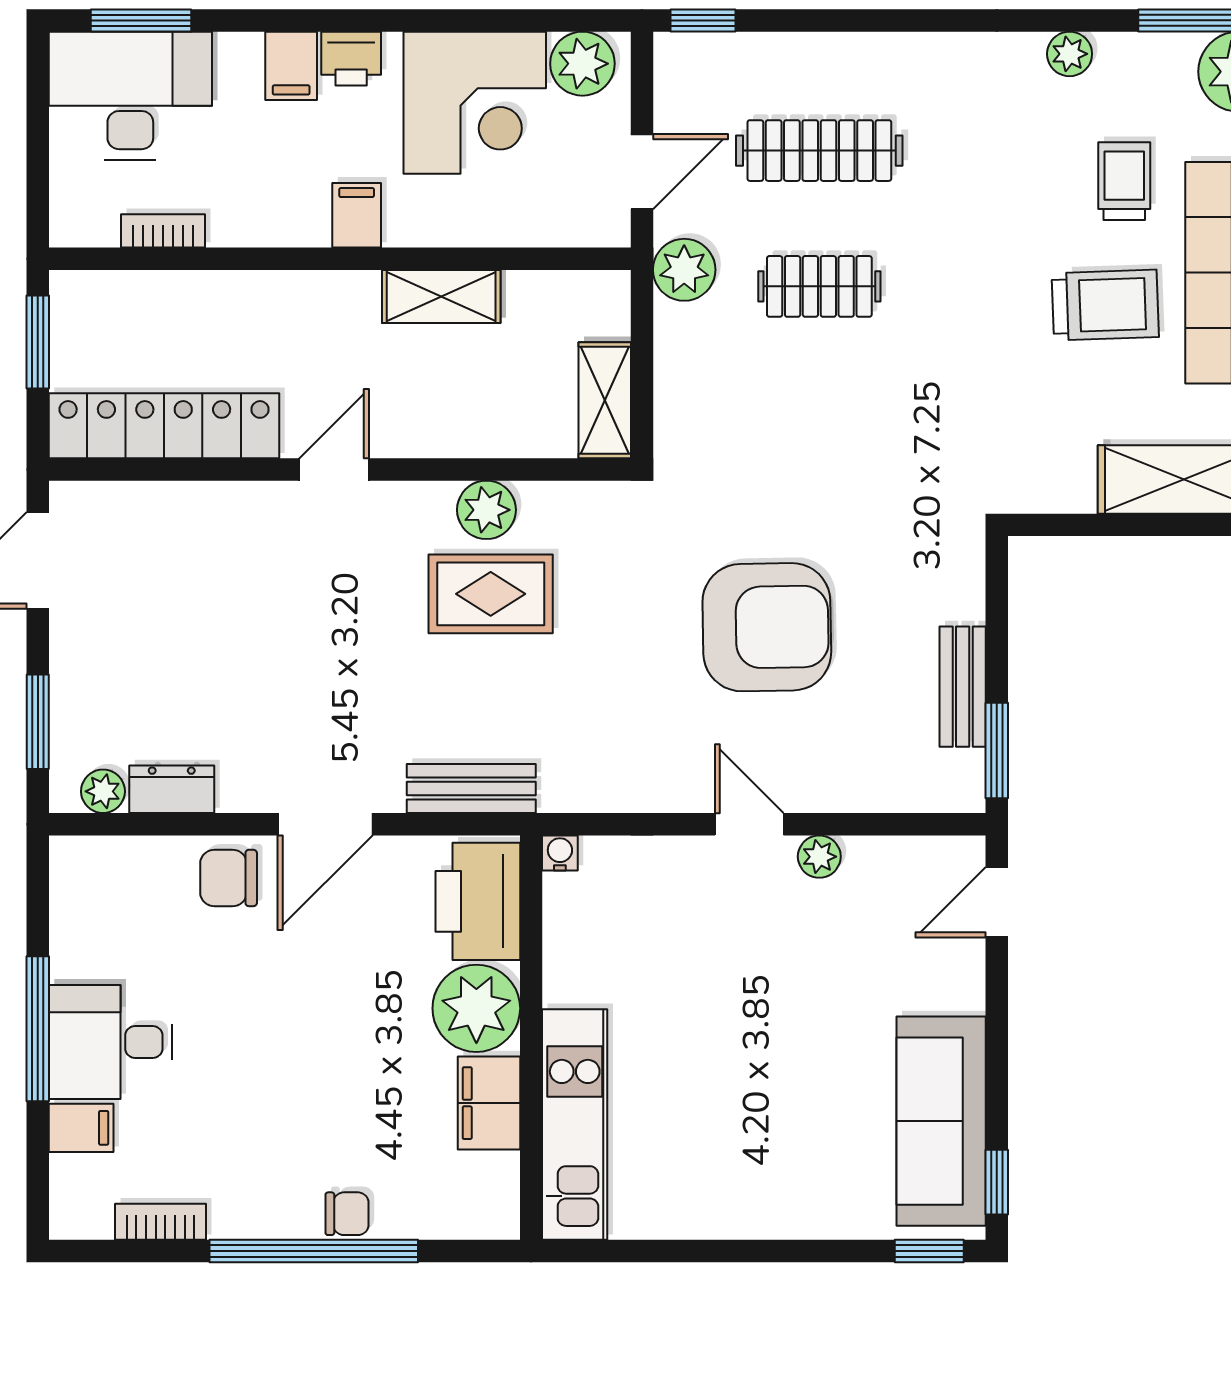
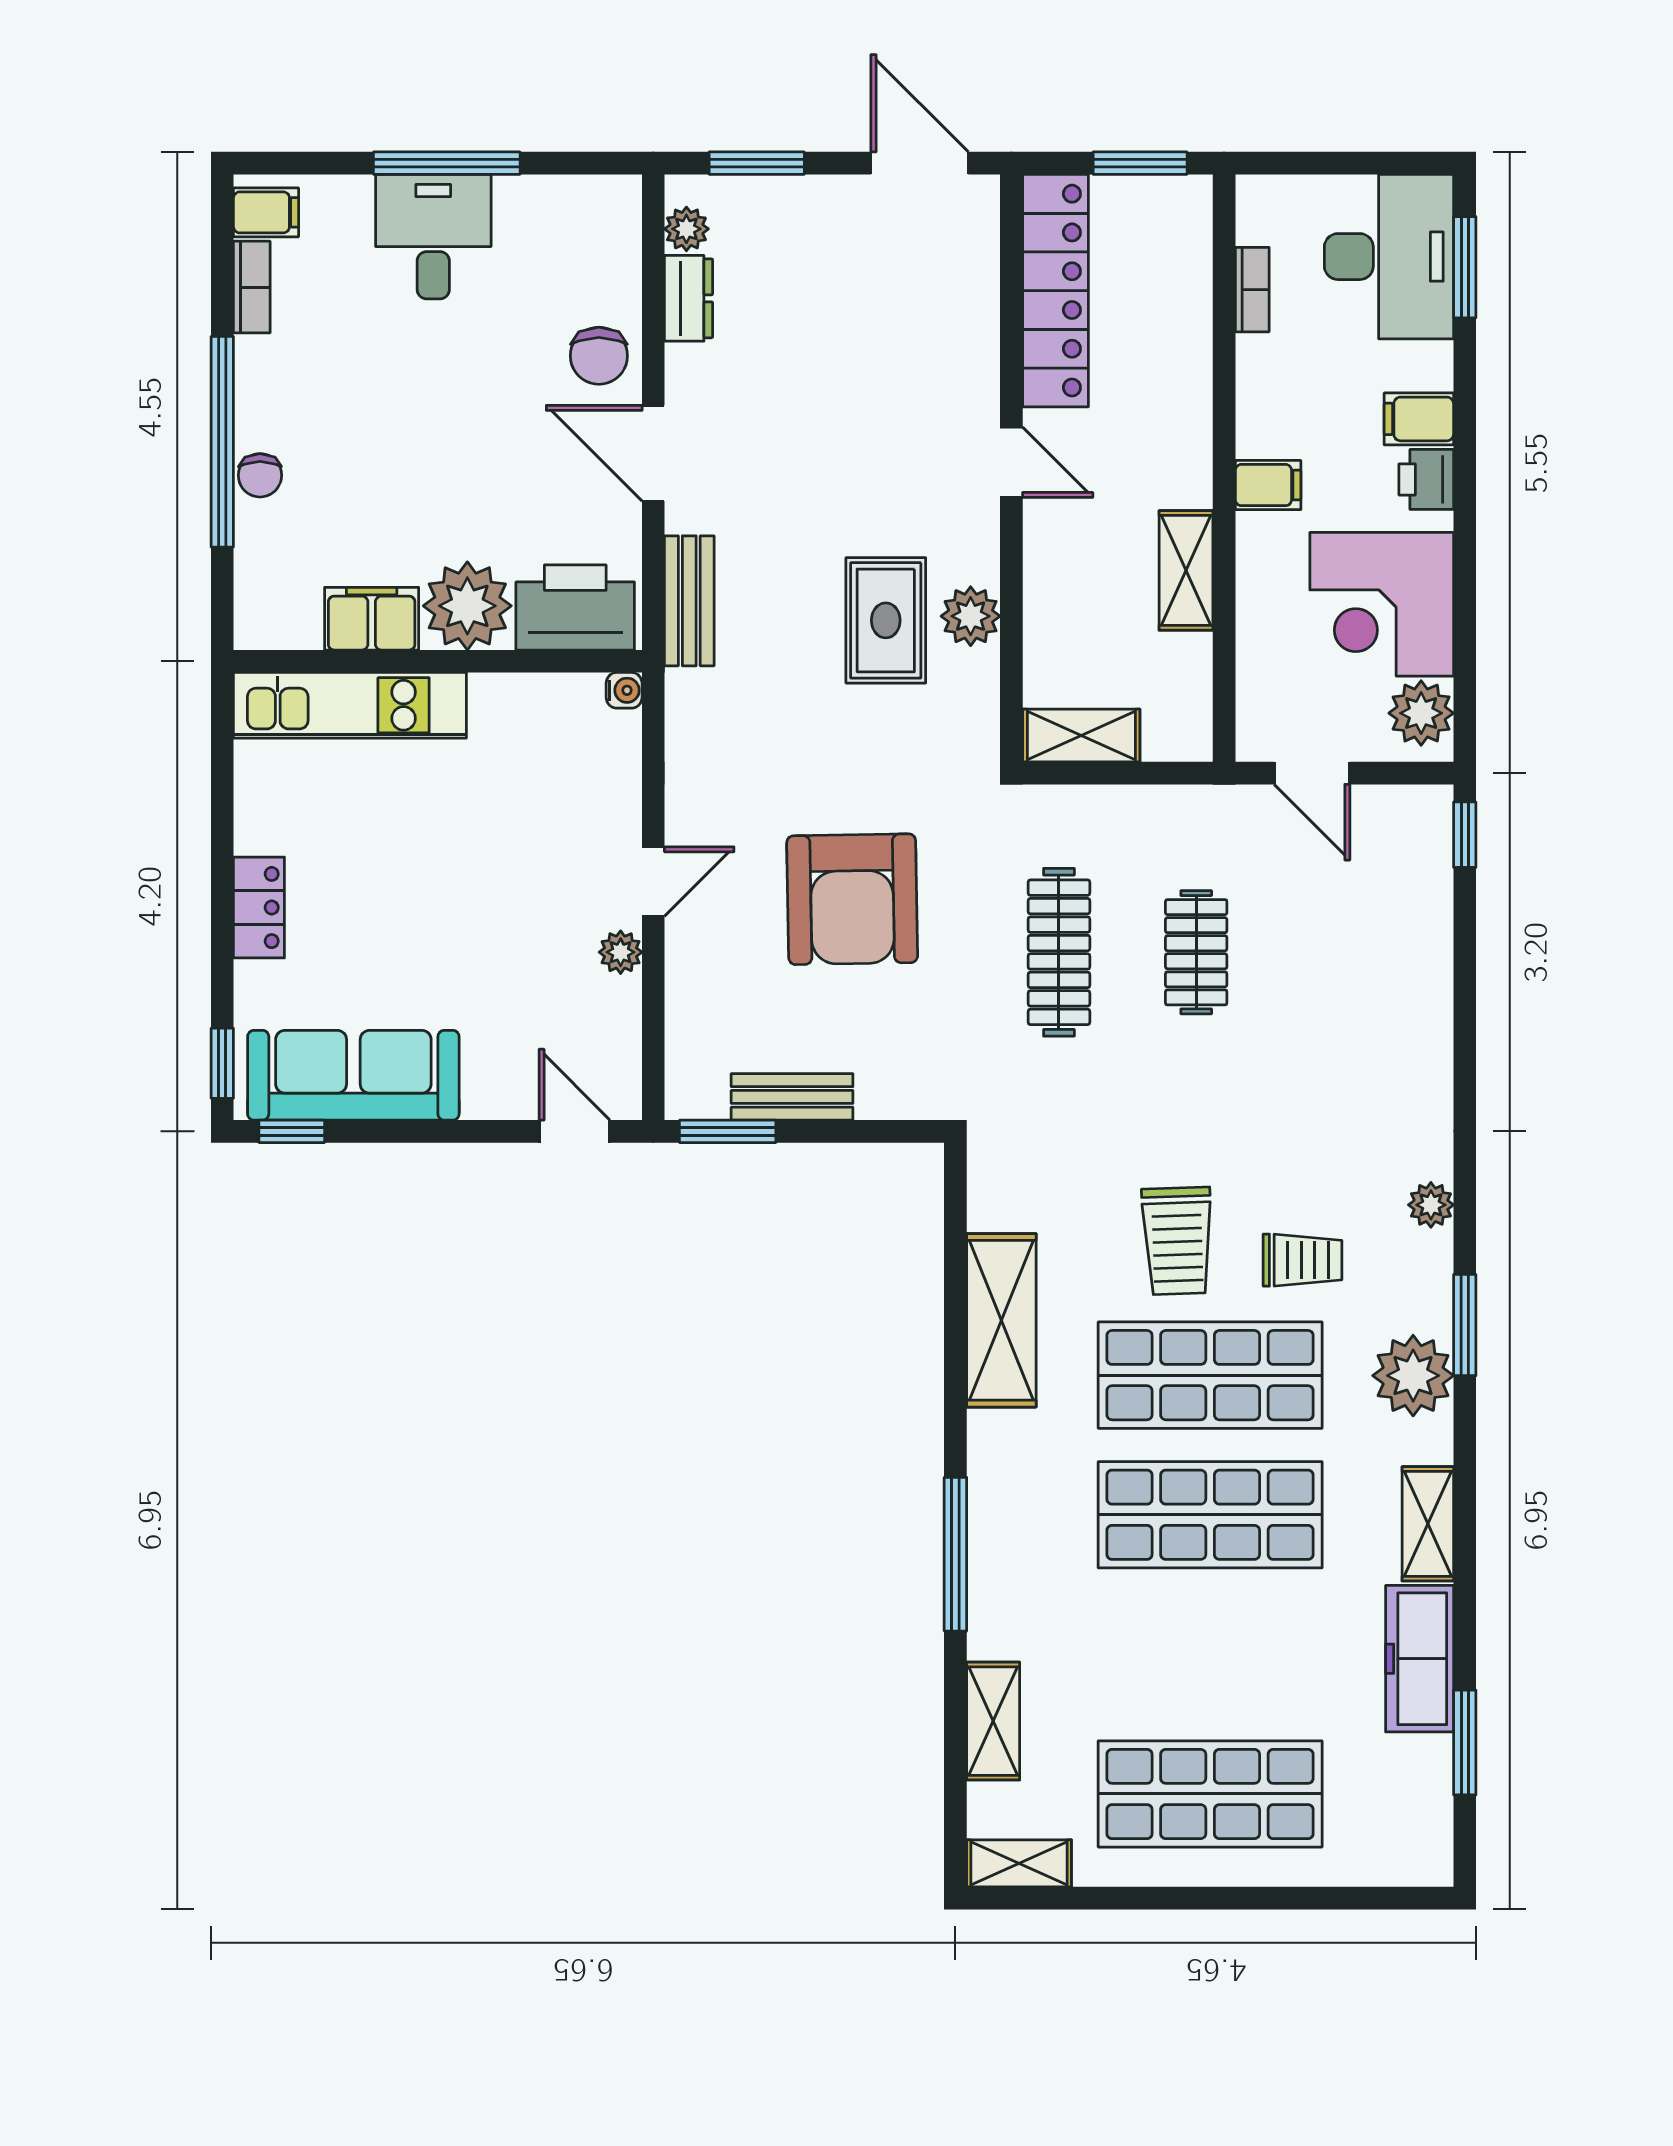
clothes rail: (819, 151) -> (1059, 952), moved
plant: (684, 270) -> (1213, 816), removed
chair: (229, 878) -> (599, 356), turned 180
filing cabinet: (81, 1128) -> (266, 212), moved, turned -90
locker: (775, 1215) -> (259, 908), added

